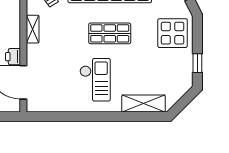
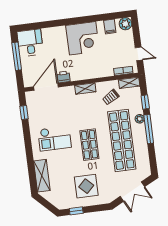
display table: (173, 33) -> (86, 186), moved
window: (54, 117) -> (24, 112), added

